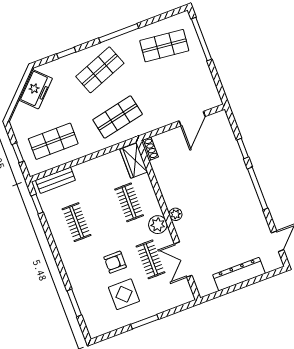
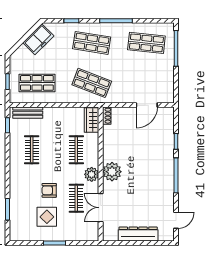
shop shelf: (100, 70) -> (92, 43), turned 30
shop shelf: (118, 117) -> (92, 83), turned 33
plant: (176, 214) -> (112, 172), width x1.88, depth x1.88

